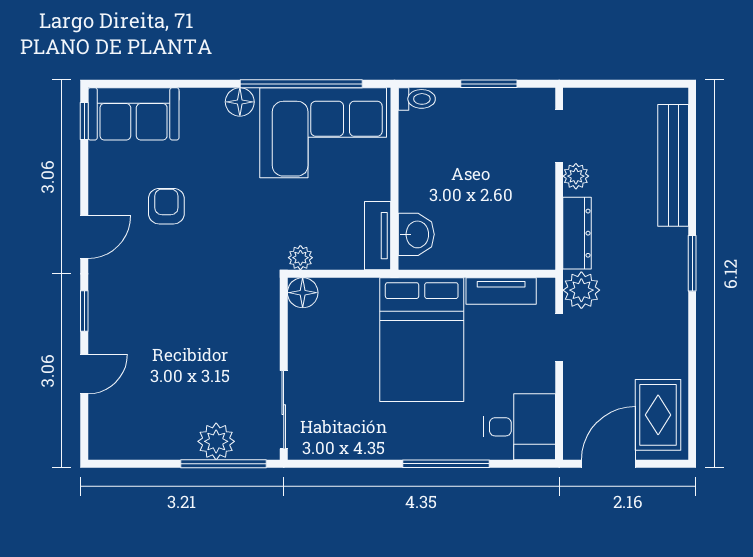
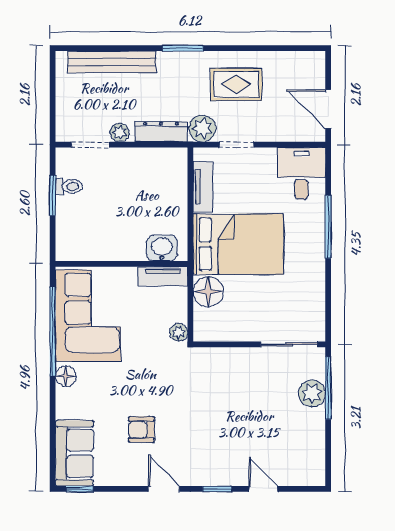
toilet: (417, 99) -> (69, 186), moved, turned 90
floor lamp: (303, 293) -> (208, 292), moved, width x1.38, depth x1.38
rug: (658, 415) -> (236, 84), moved

